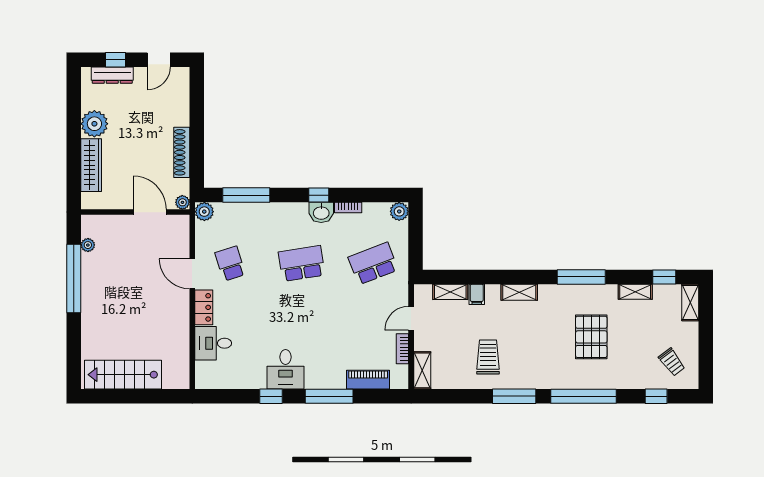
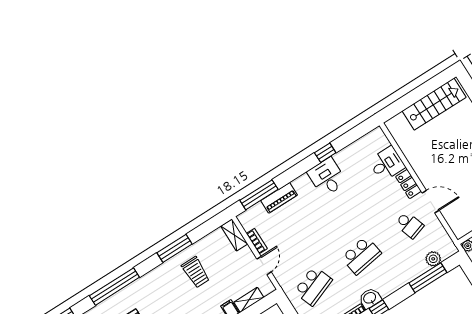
plant: (204, 212) -> (433, 259), moved
piano: (368, 380) -> (279, 198), moved
window: (329, 396) -> (259, 195), moved
window: (514, 396) -> (175, 248), moved

